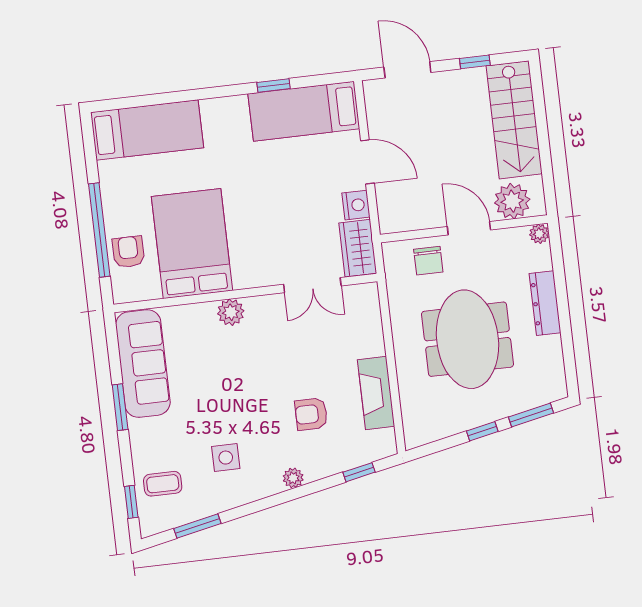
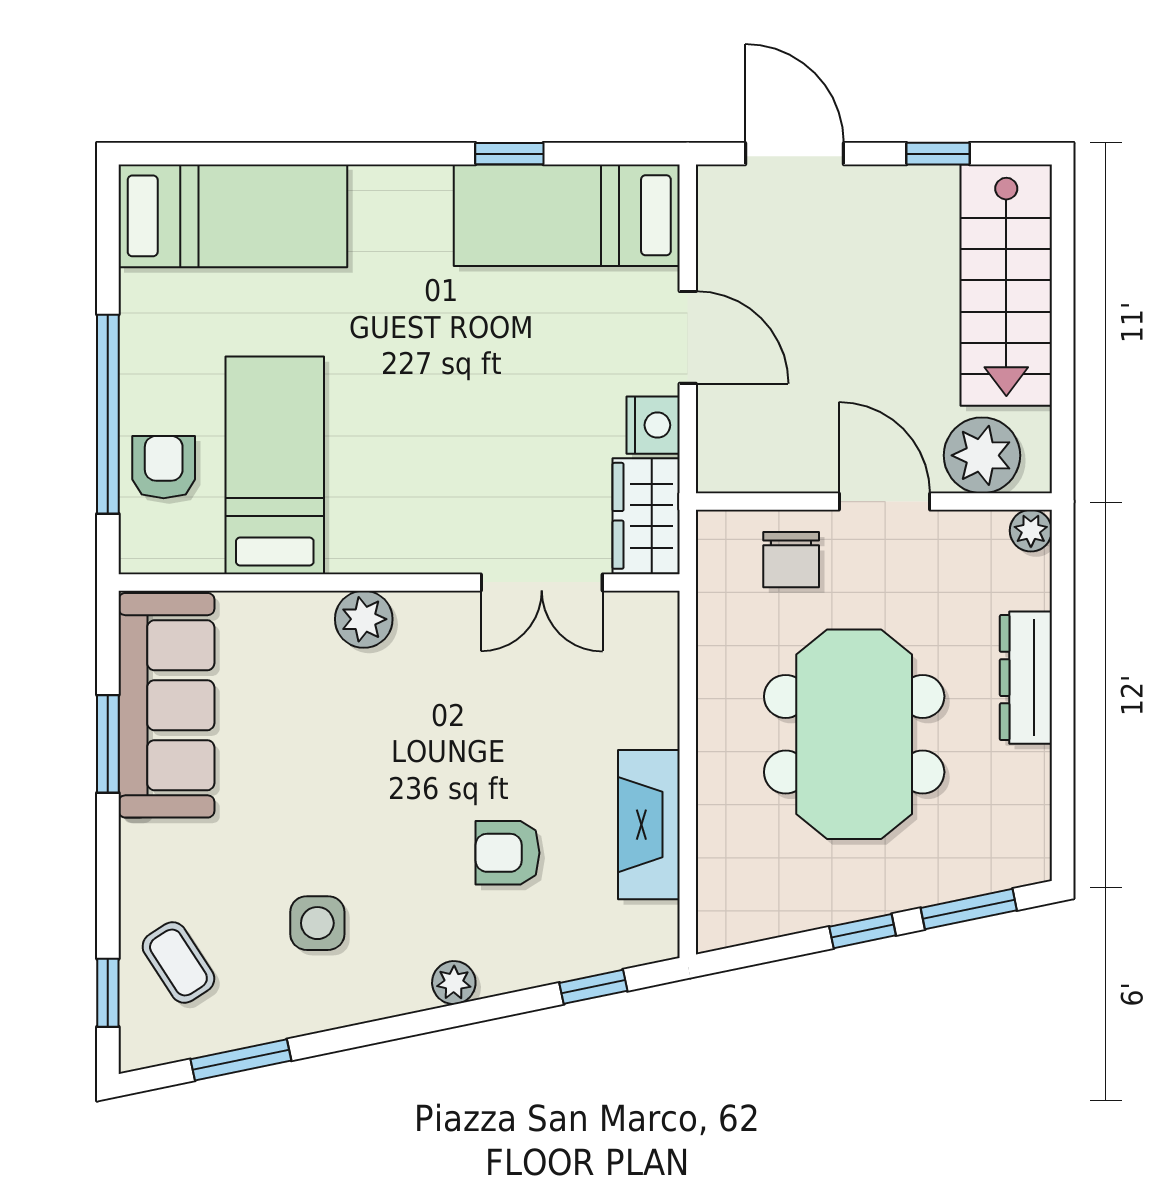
bed: (192, 244) -> (275, 465), width x0.67
window: (120, 407) -> (108, 744), moved
coffee table: (163, 484) -> (178, 962), turned 57

